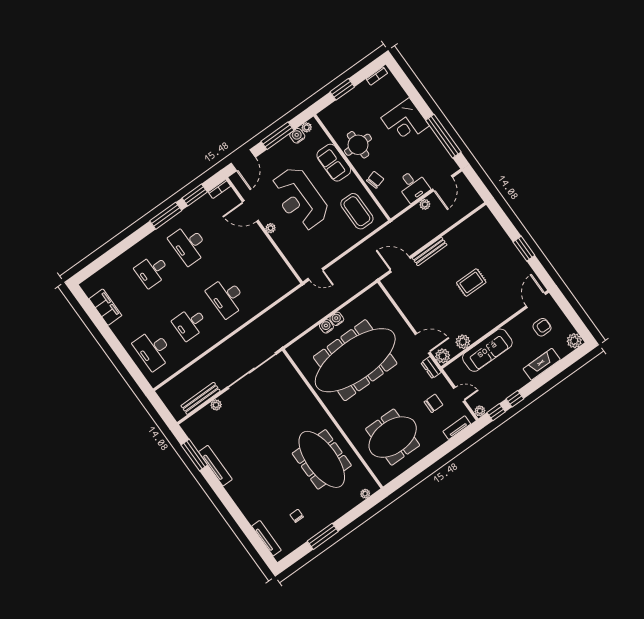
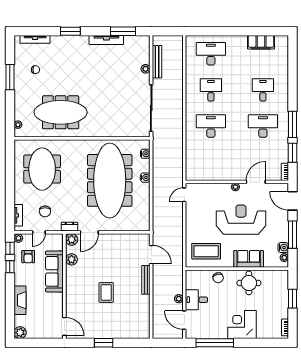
door: (400, 264) -> (151, 255), hinge flipped
water cooler: (337, 319) -> (145, 154), moved
armchair: (542, 327) -> (28, 257), moved
window: (233, 508) -> (70, 31), added

